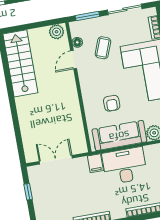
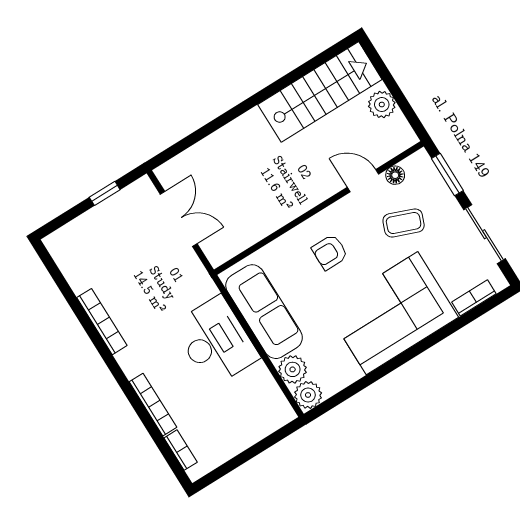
plant: (57, 32) -> (382, 105), moved
armchair: (112, 103) -> (330, 252), moved
filing cabinet: (95, 163) -> (200, 289), removed

